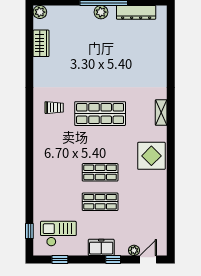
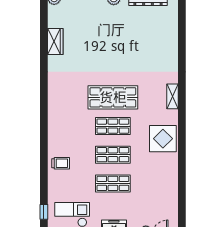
wardrobe: (41, 43) -> (55, 42), moved
trolley: (54, 108) -> (61, 163), moved
shop shelf: (100, 143) -> (113, 126), added

